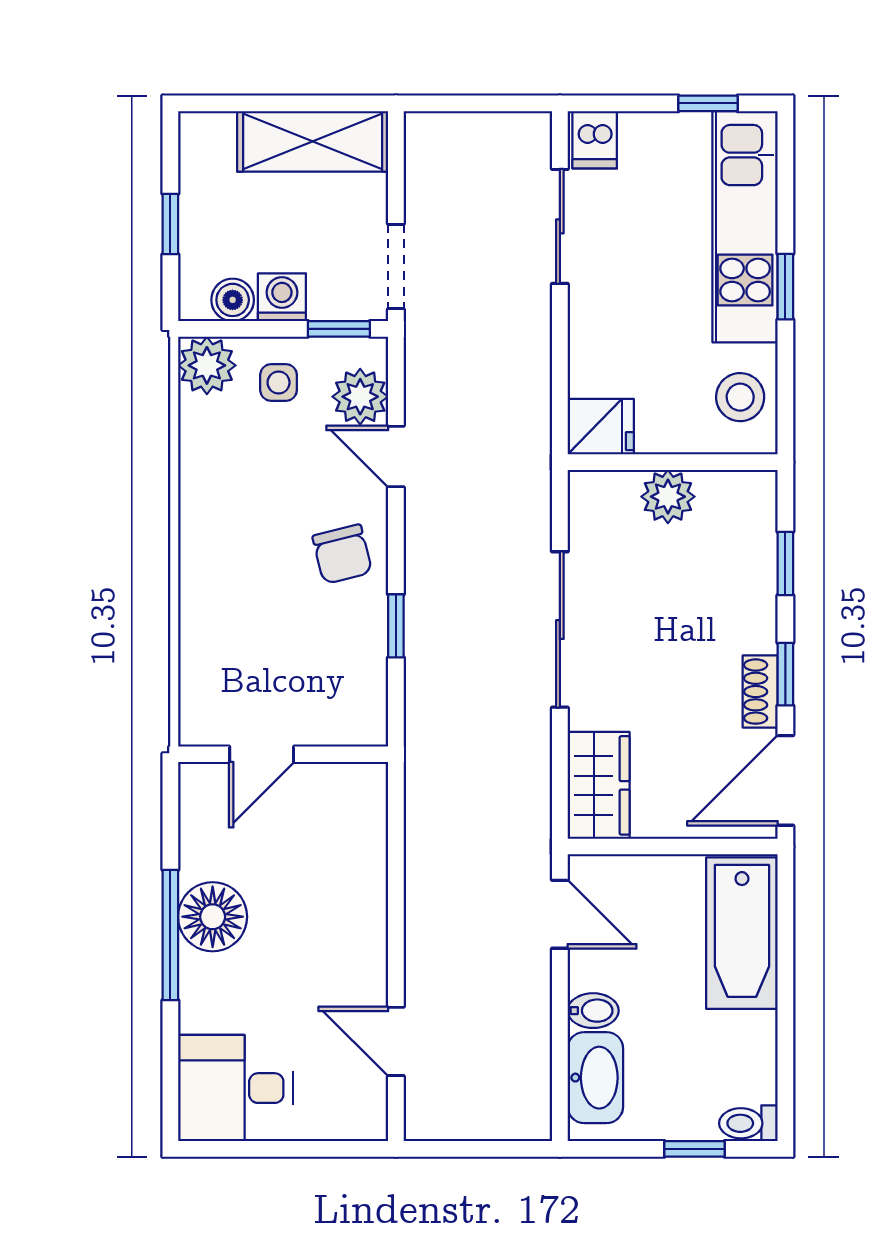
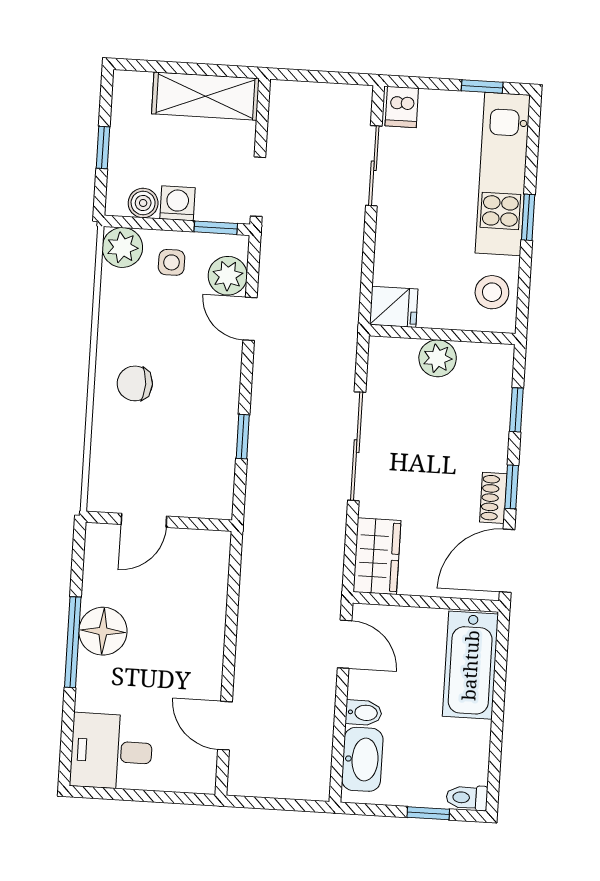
chair: (342, 554) -> (135, 383), moved, turned 104

